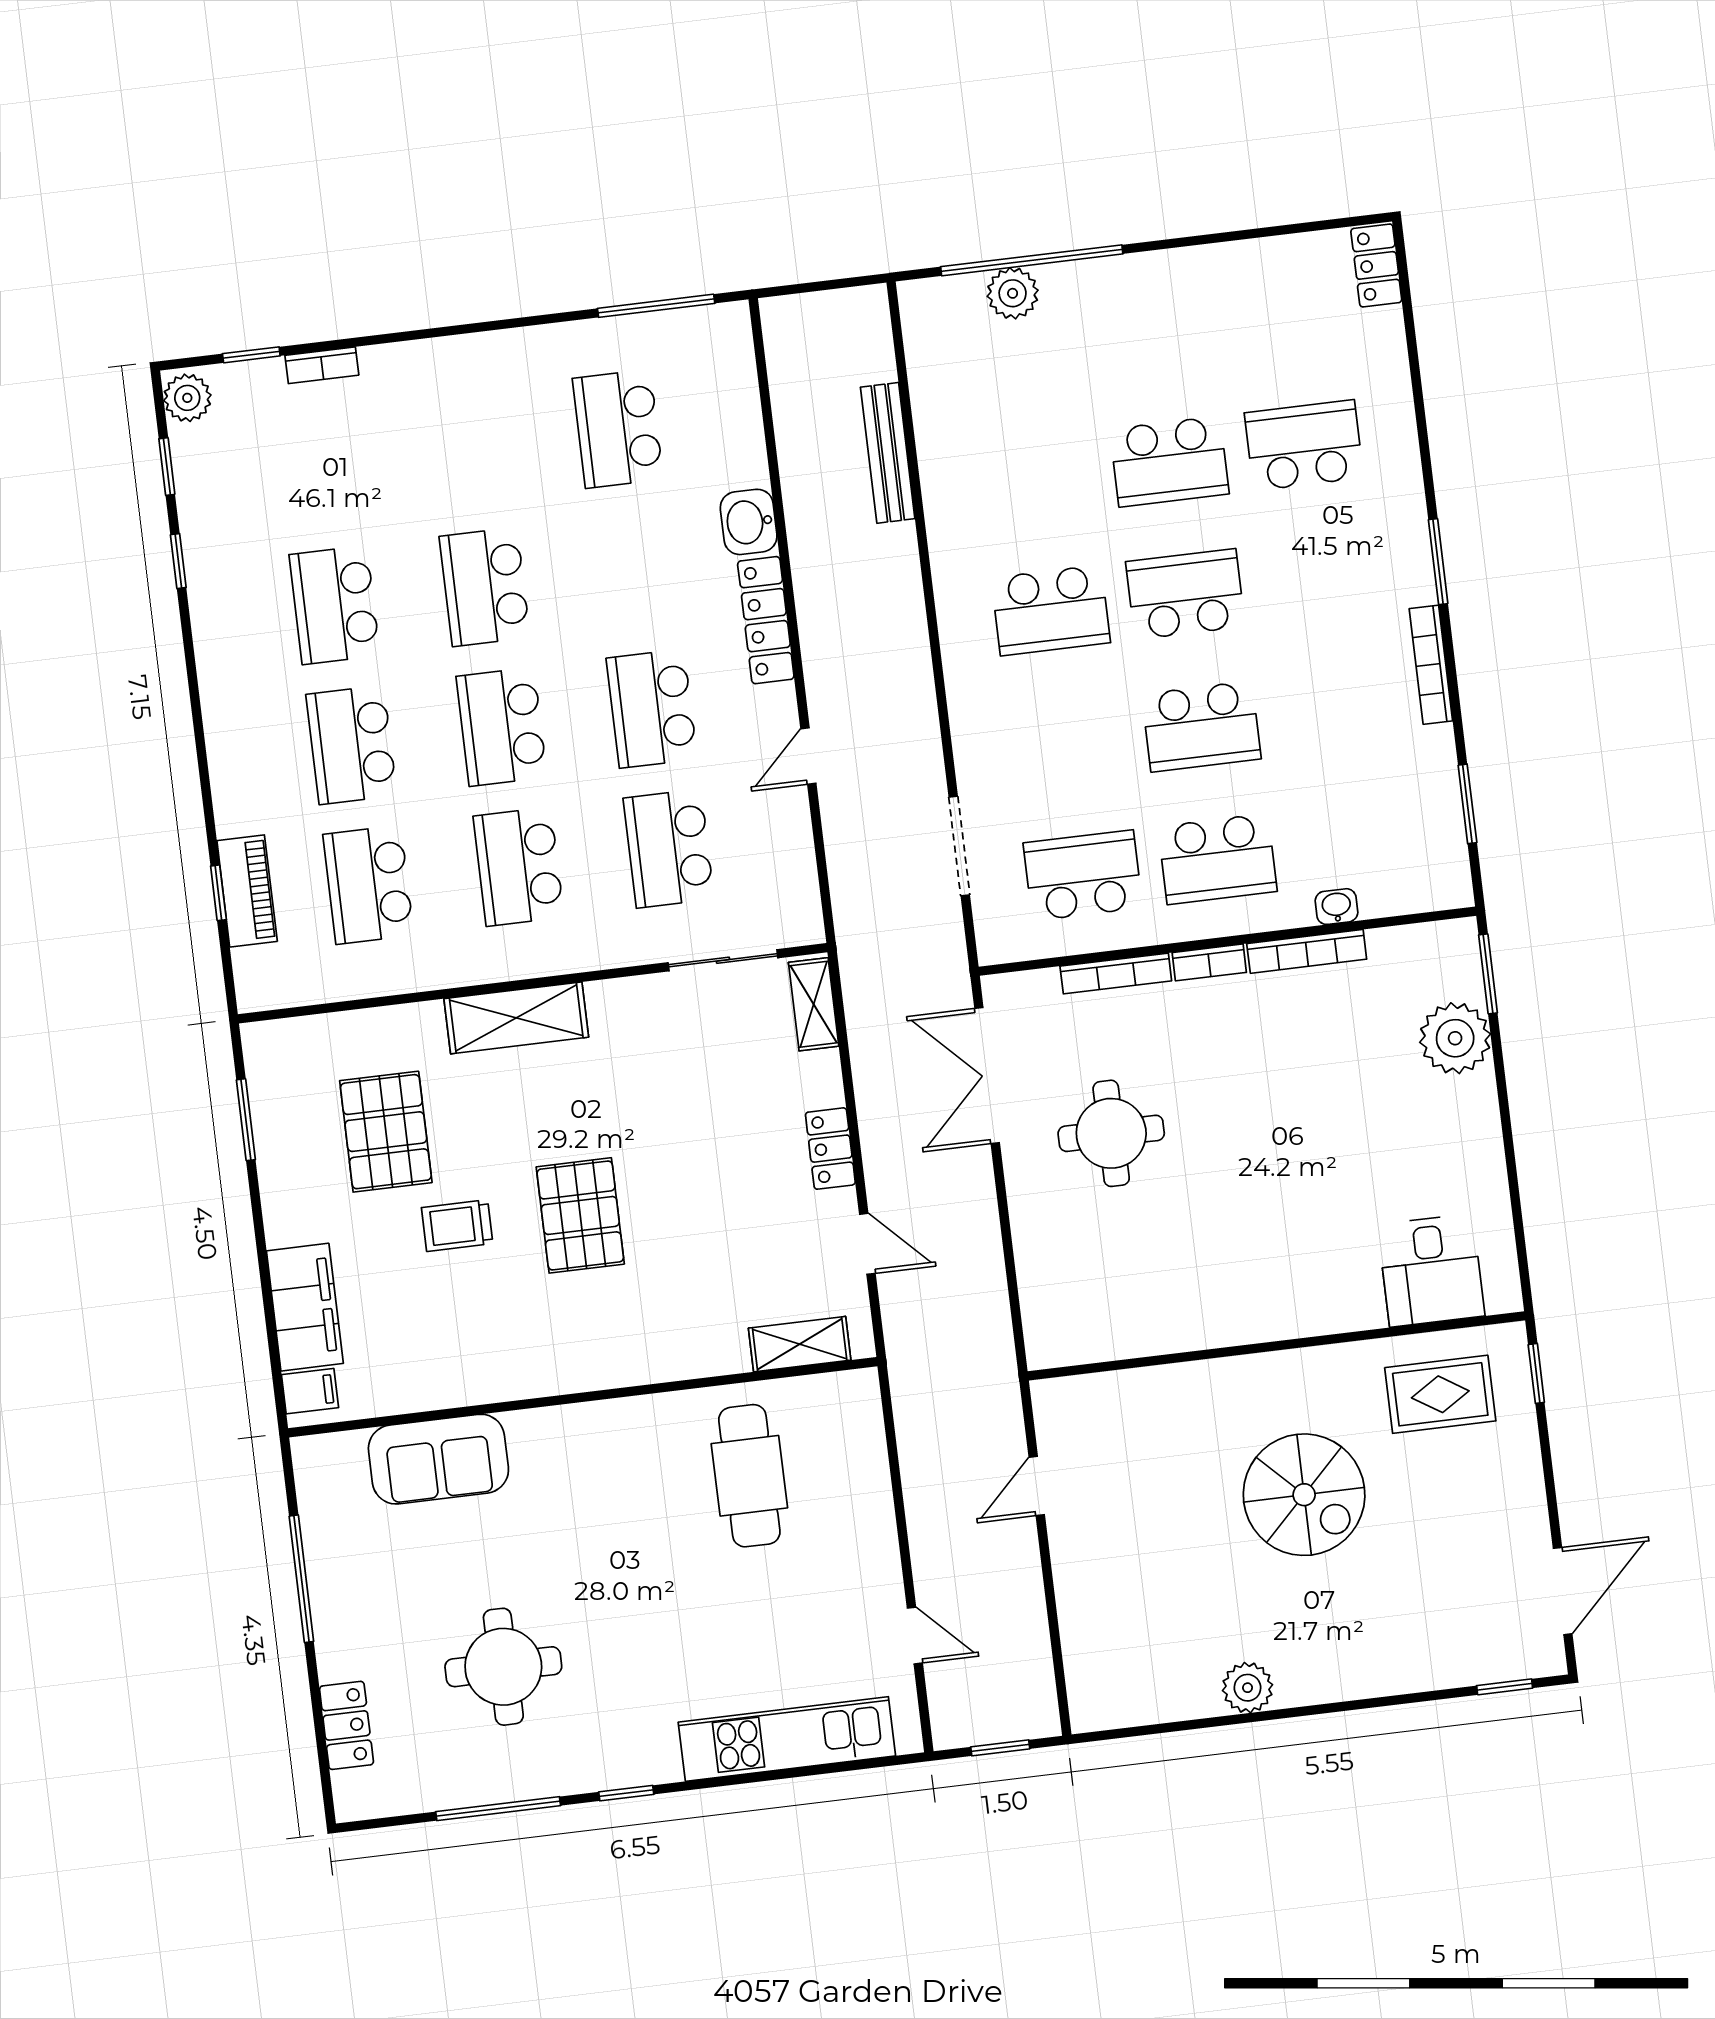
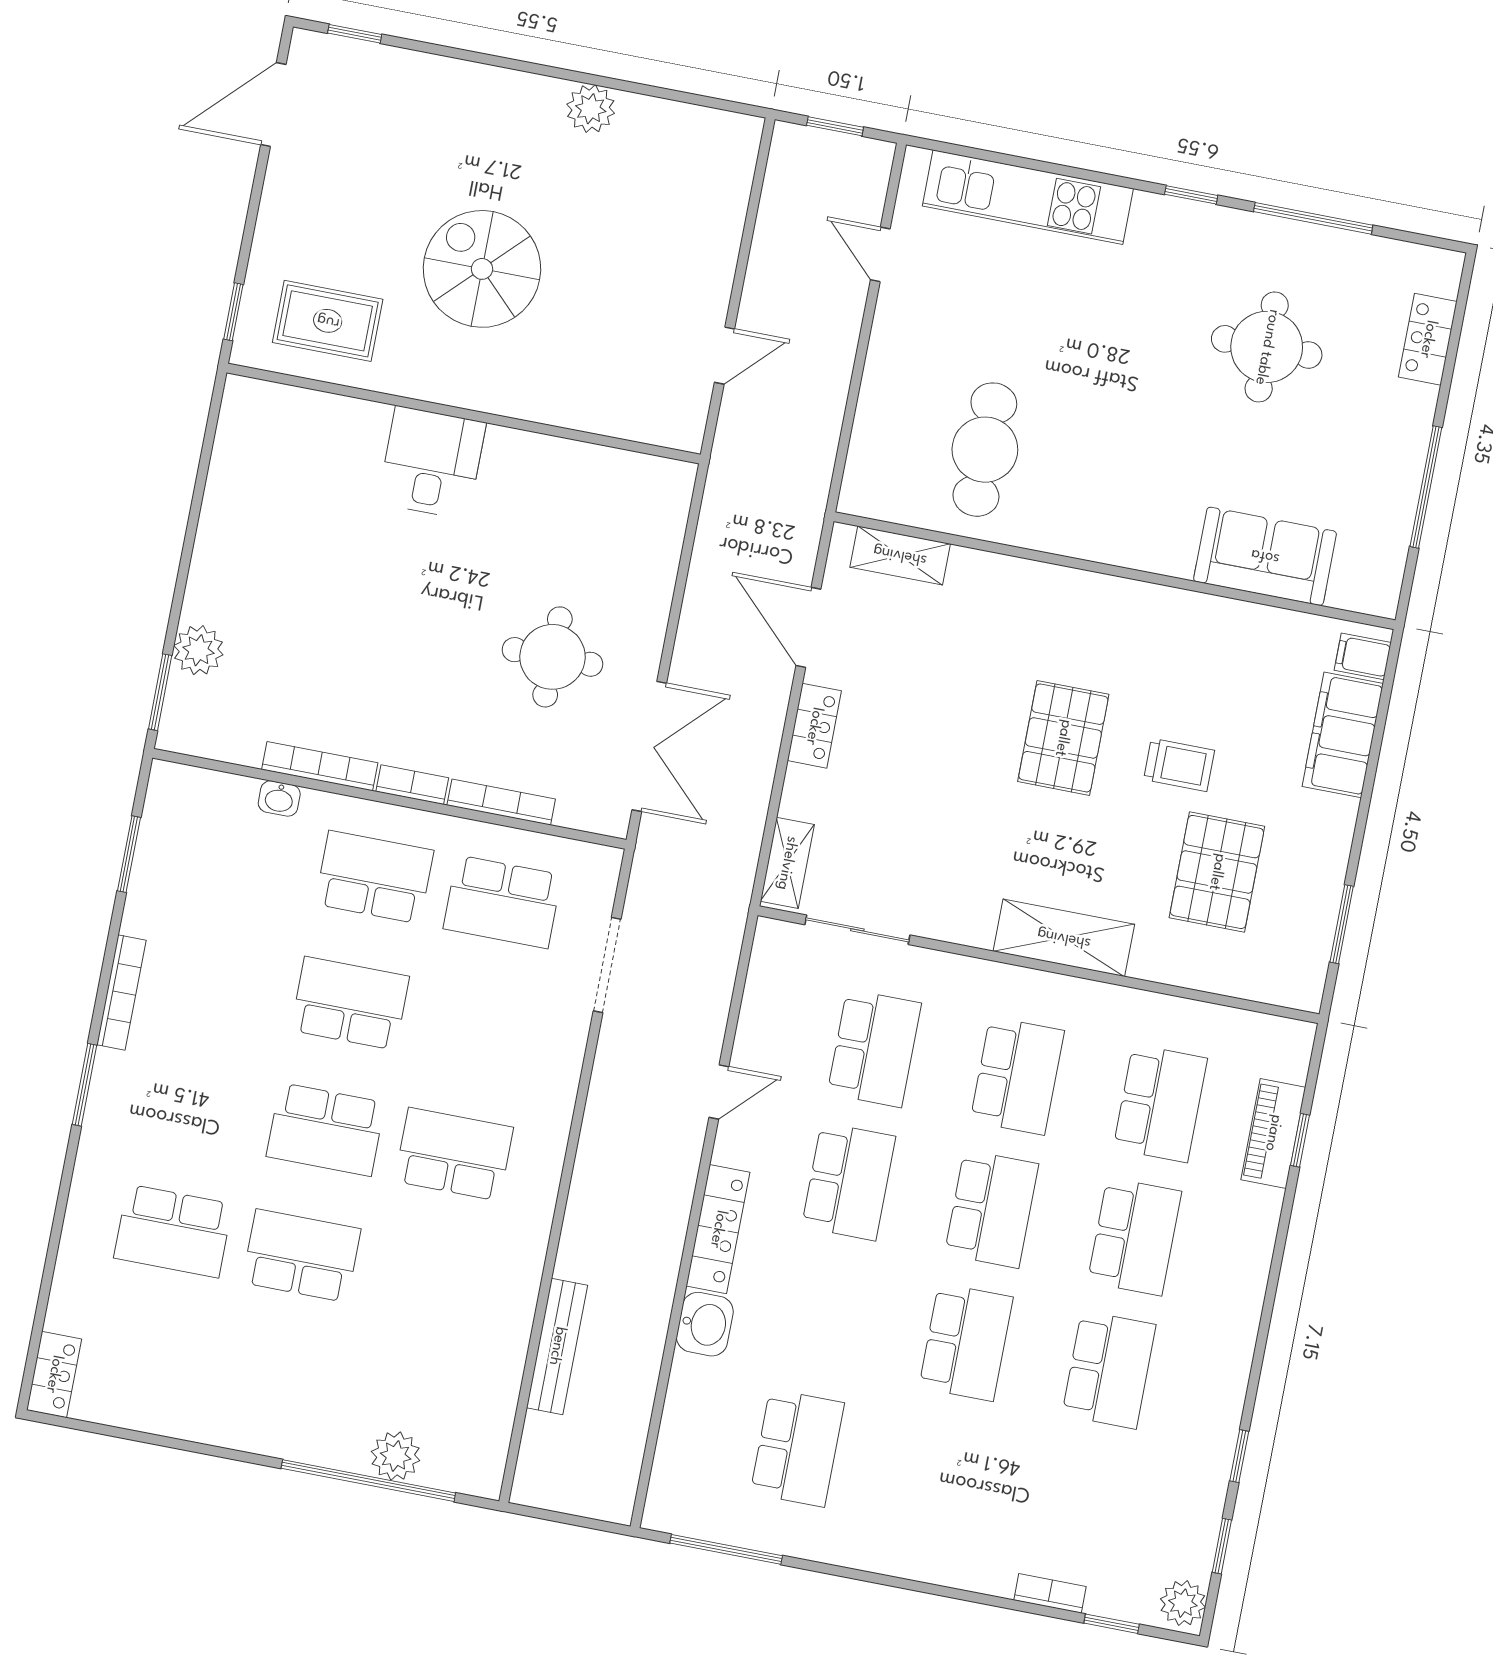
plant: (1455, 1038) -> (198, 650), width x0.73, depth x0.73
door: (867, 1244) -> (808, 627), width x1.38
desk: (1431, 1270) -> (432, 463), moved

